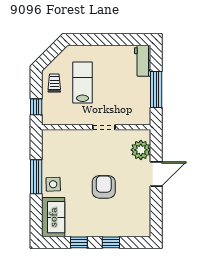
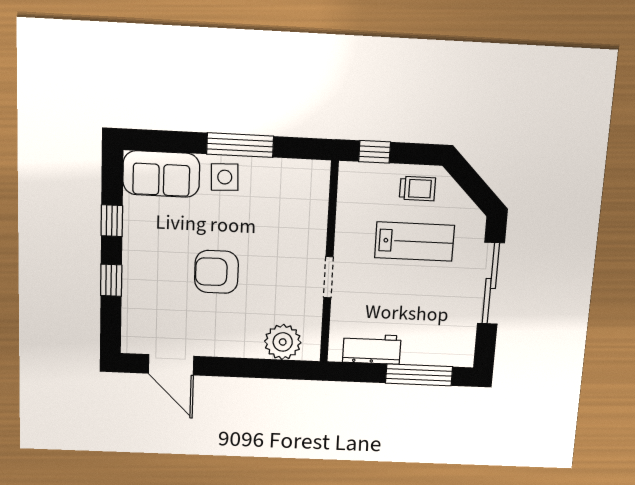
sliding door: (103, 40) -> (491, 283), added
workbench: (143, 61) -> (372, 349), moved
window: (156, 90) -> (419, 375), moved
door: (156, 174) -> (171, 365), moved
armchair: (104, 187) -> (216, 272), turned 180

